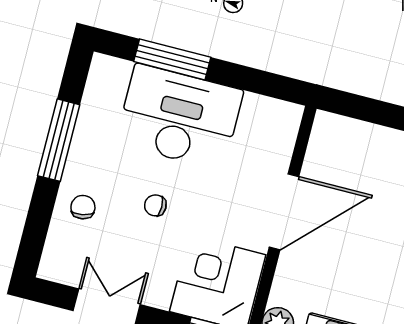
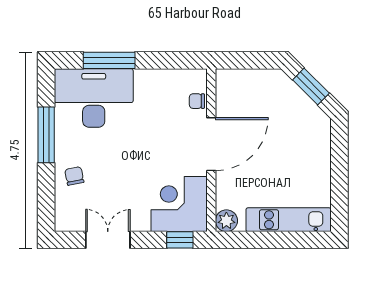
desk: (179, 117) -> (94, 98), moved
chair: (155, 205) -> (197, 101), moved

